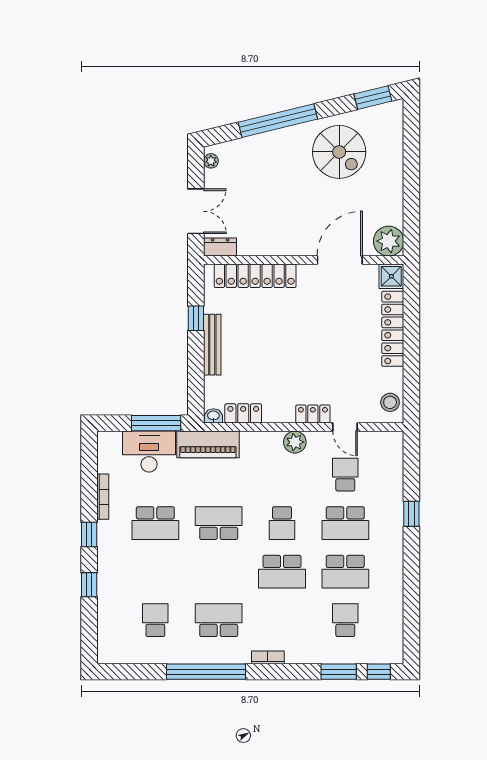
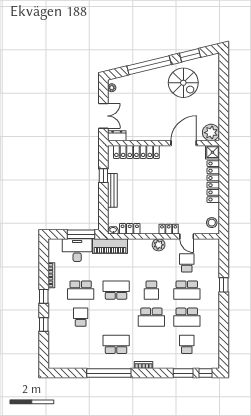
window: (373, 98) -> (190, 55), moved
school desk: (155, 620) -> (81, 317), moved

